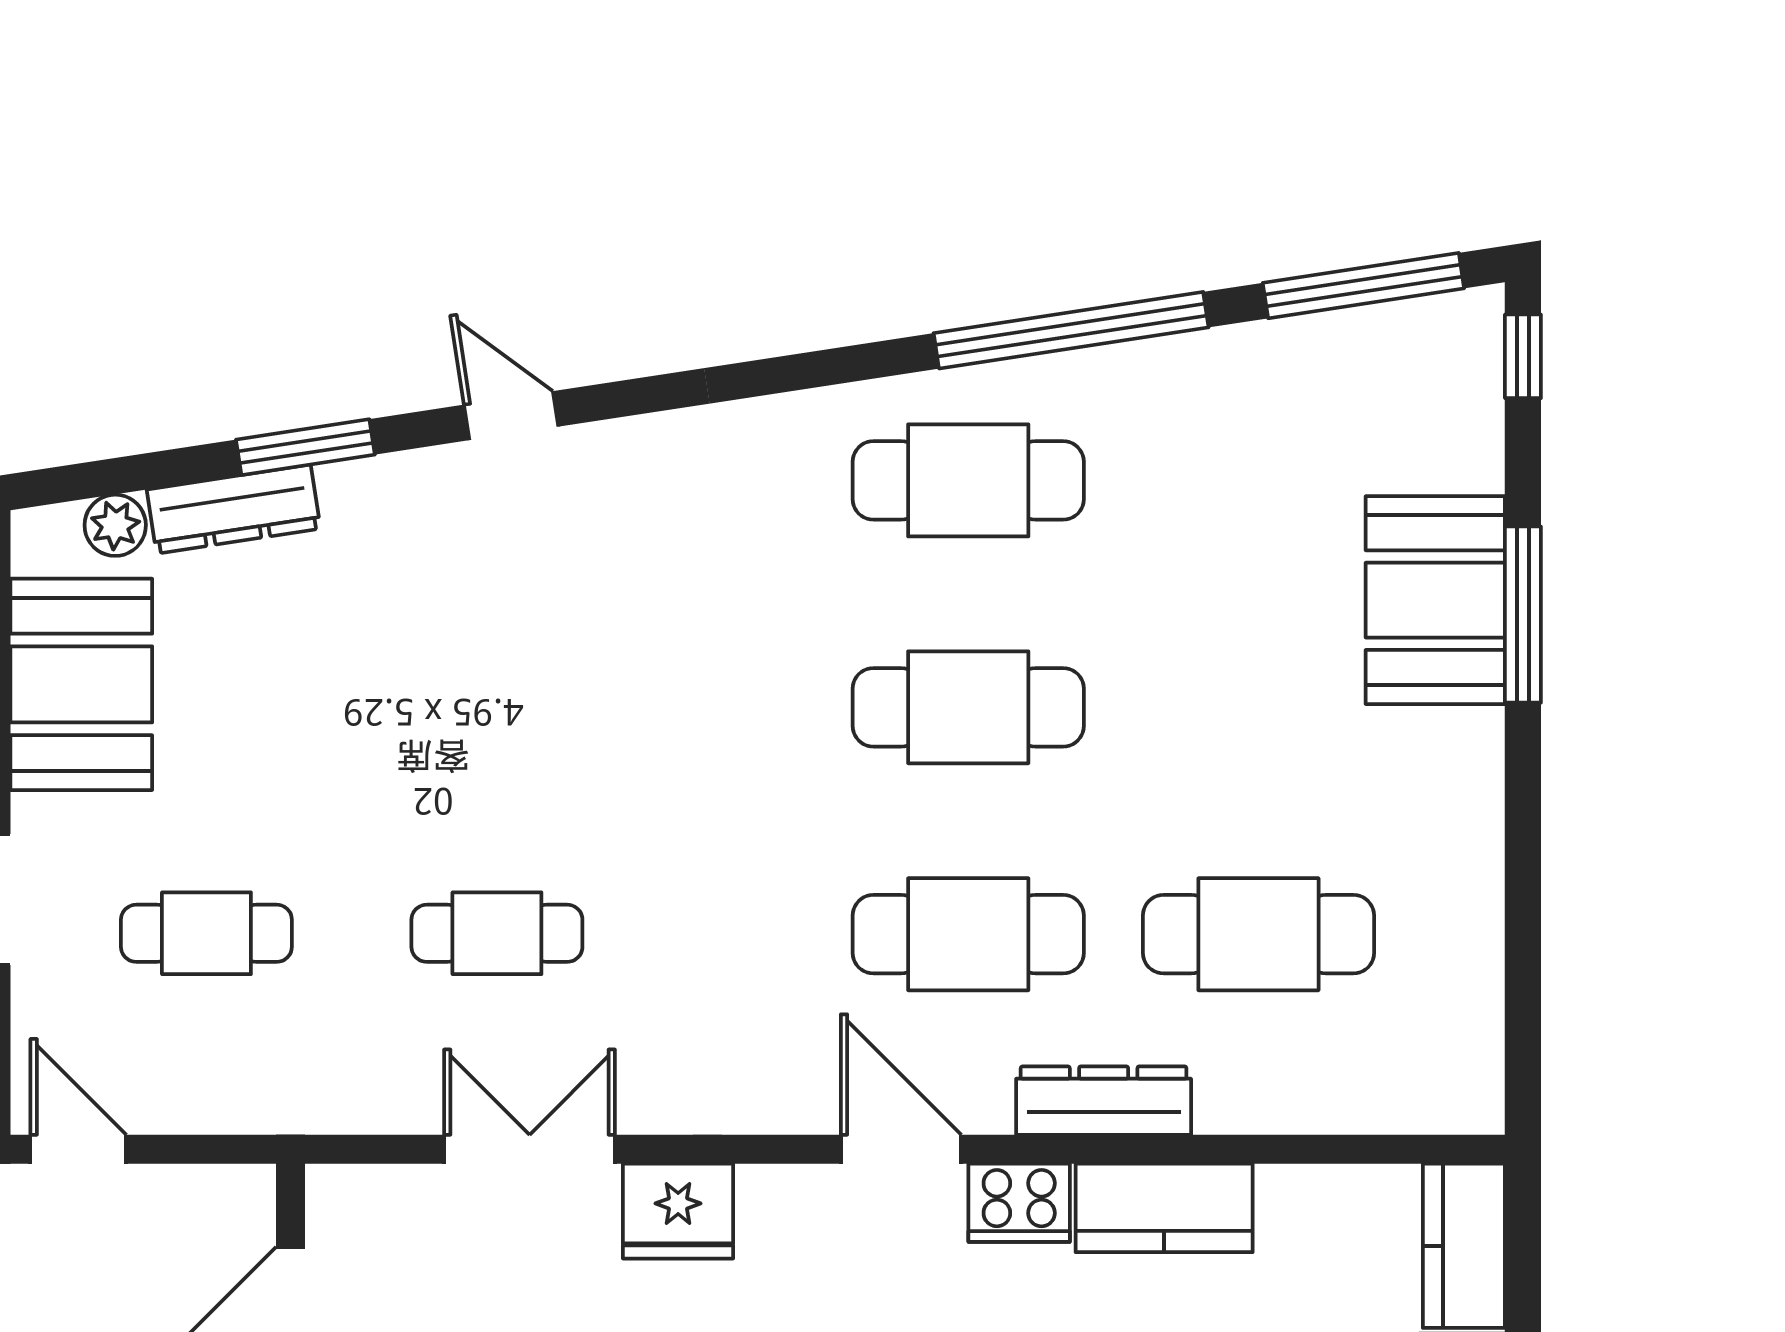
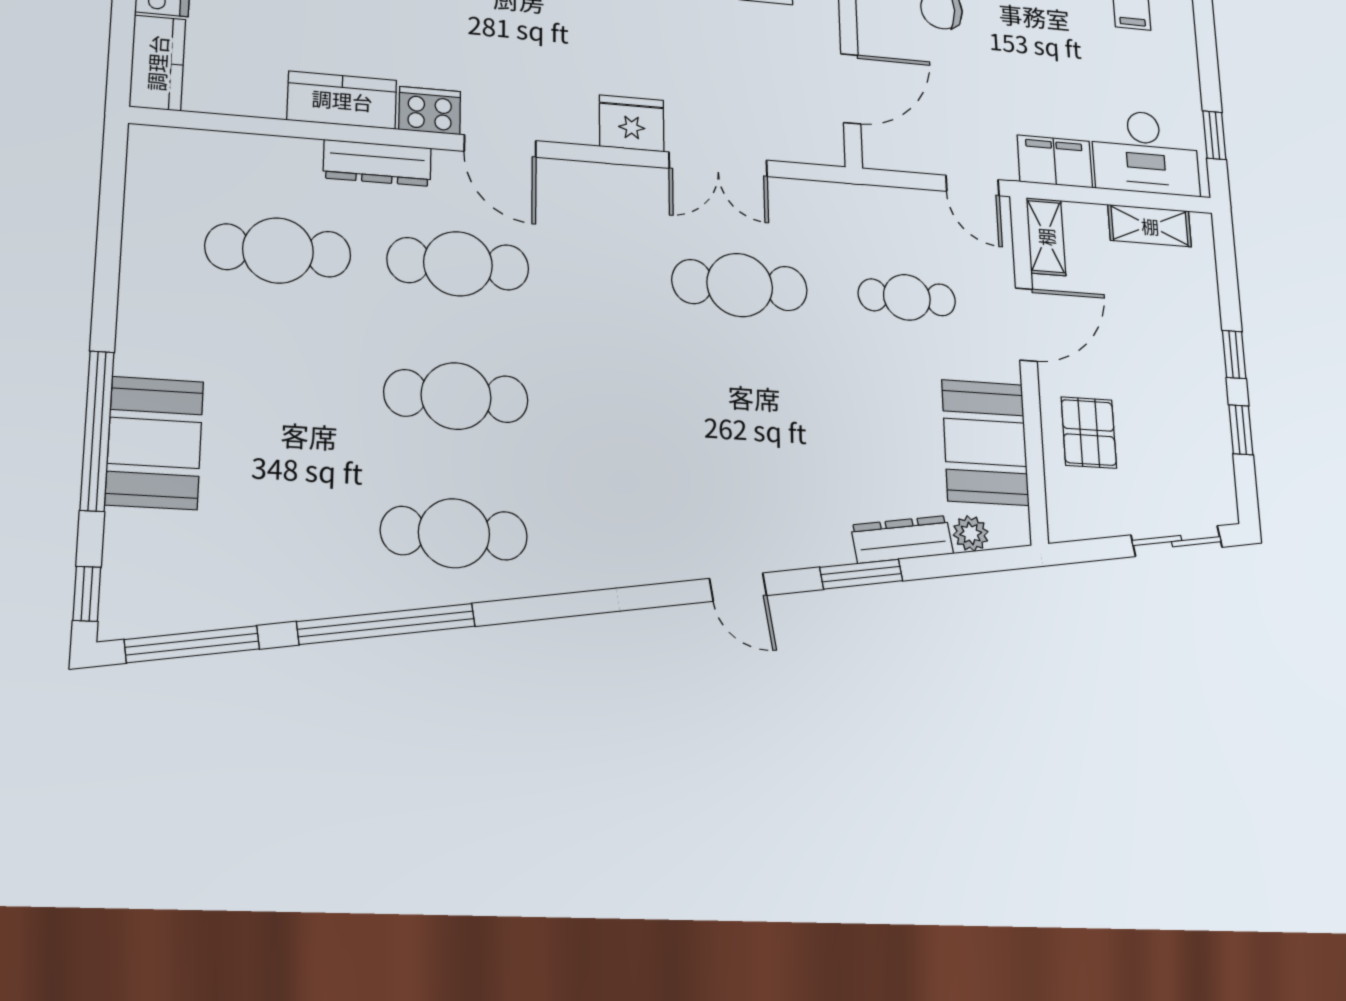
window: (1523, 615) -> (97, 431), width x1.46
cafe table: (497, 933) -> (740, 285), width x1.37, depth x1.35

